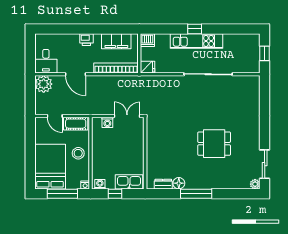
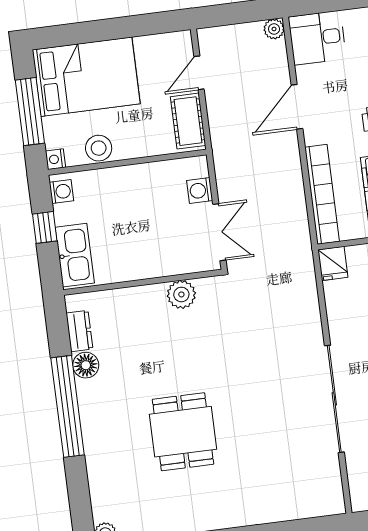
plant: (44, 84) -> (274, 29), width x0.53, depth x0.53
plant: (153, 136) -> (181, 294), added
stool: (78, 153) -> (99, 148), moved
window: (196, 194) -> (68, 406), width x1.46

